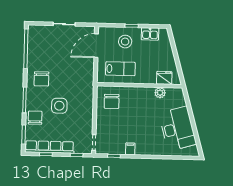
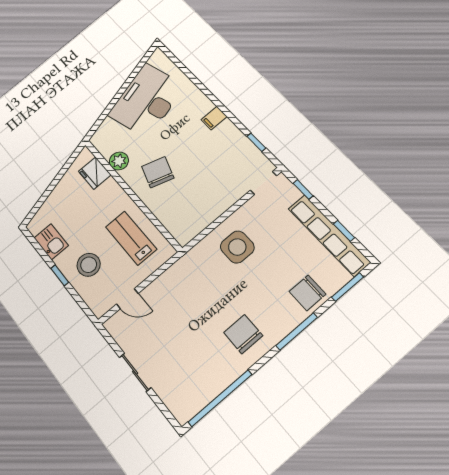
door: (96, 46) -> (127, 299), width x0.53
chair: (41, 79) -> (243, 334), turned -90
chair: (112, 101) -> (158, 172), moved, turned -72
side table: (59, 106) -> (237, 247), moved
filing cabinet: (130, 149) -> (214, 118), moved

